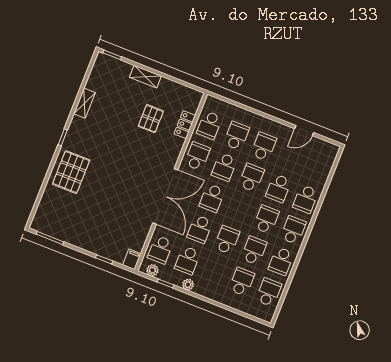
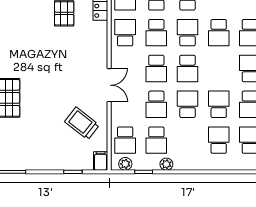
double door: (165, 196) -> (109, 85), width x0.54
school desk: (266, 219) -> (188, 68), moved, turned 180
trolley: (129, 220) -> (82, 123), added

